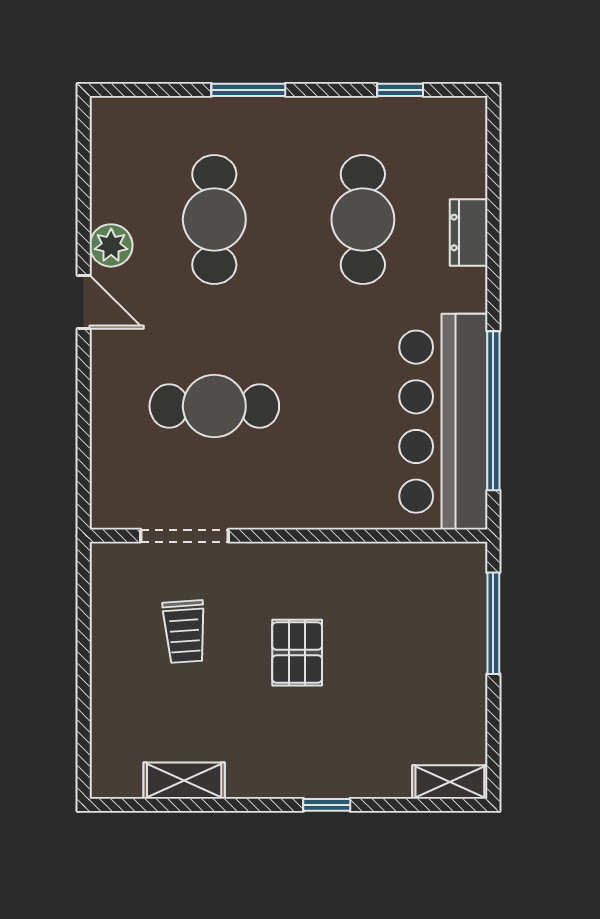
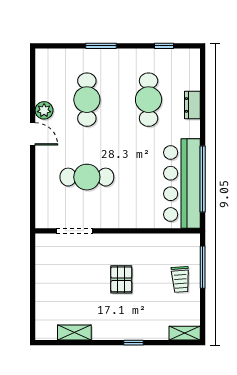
trolley: (185, 632) -> (180, 279), moved

